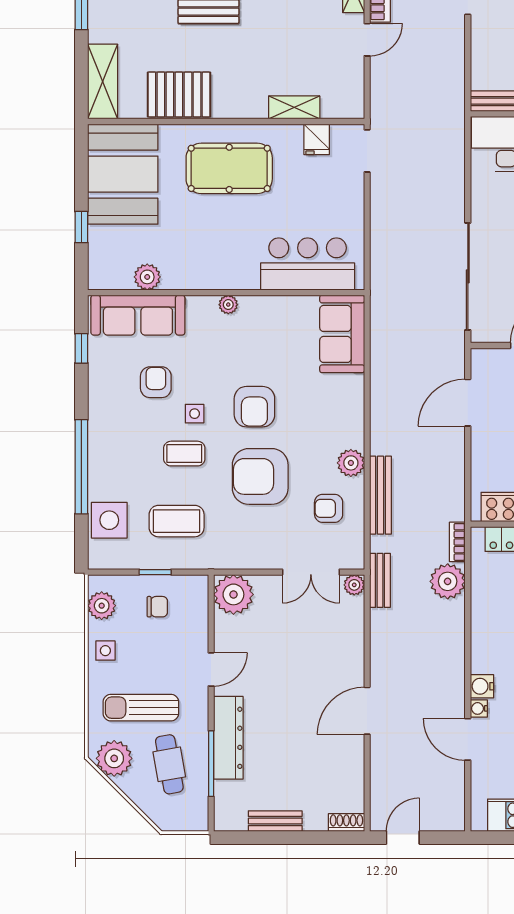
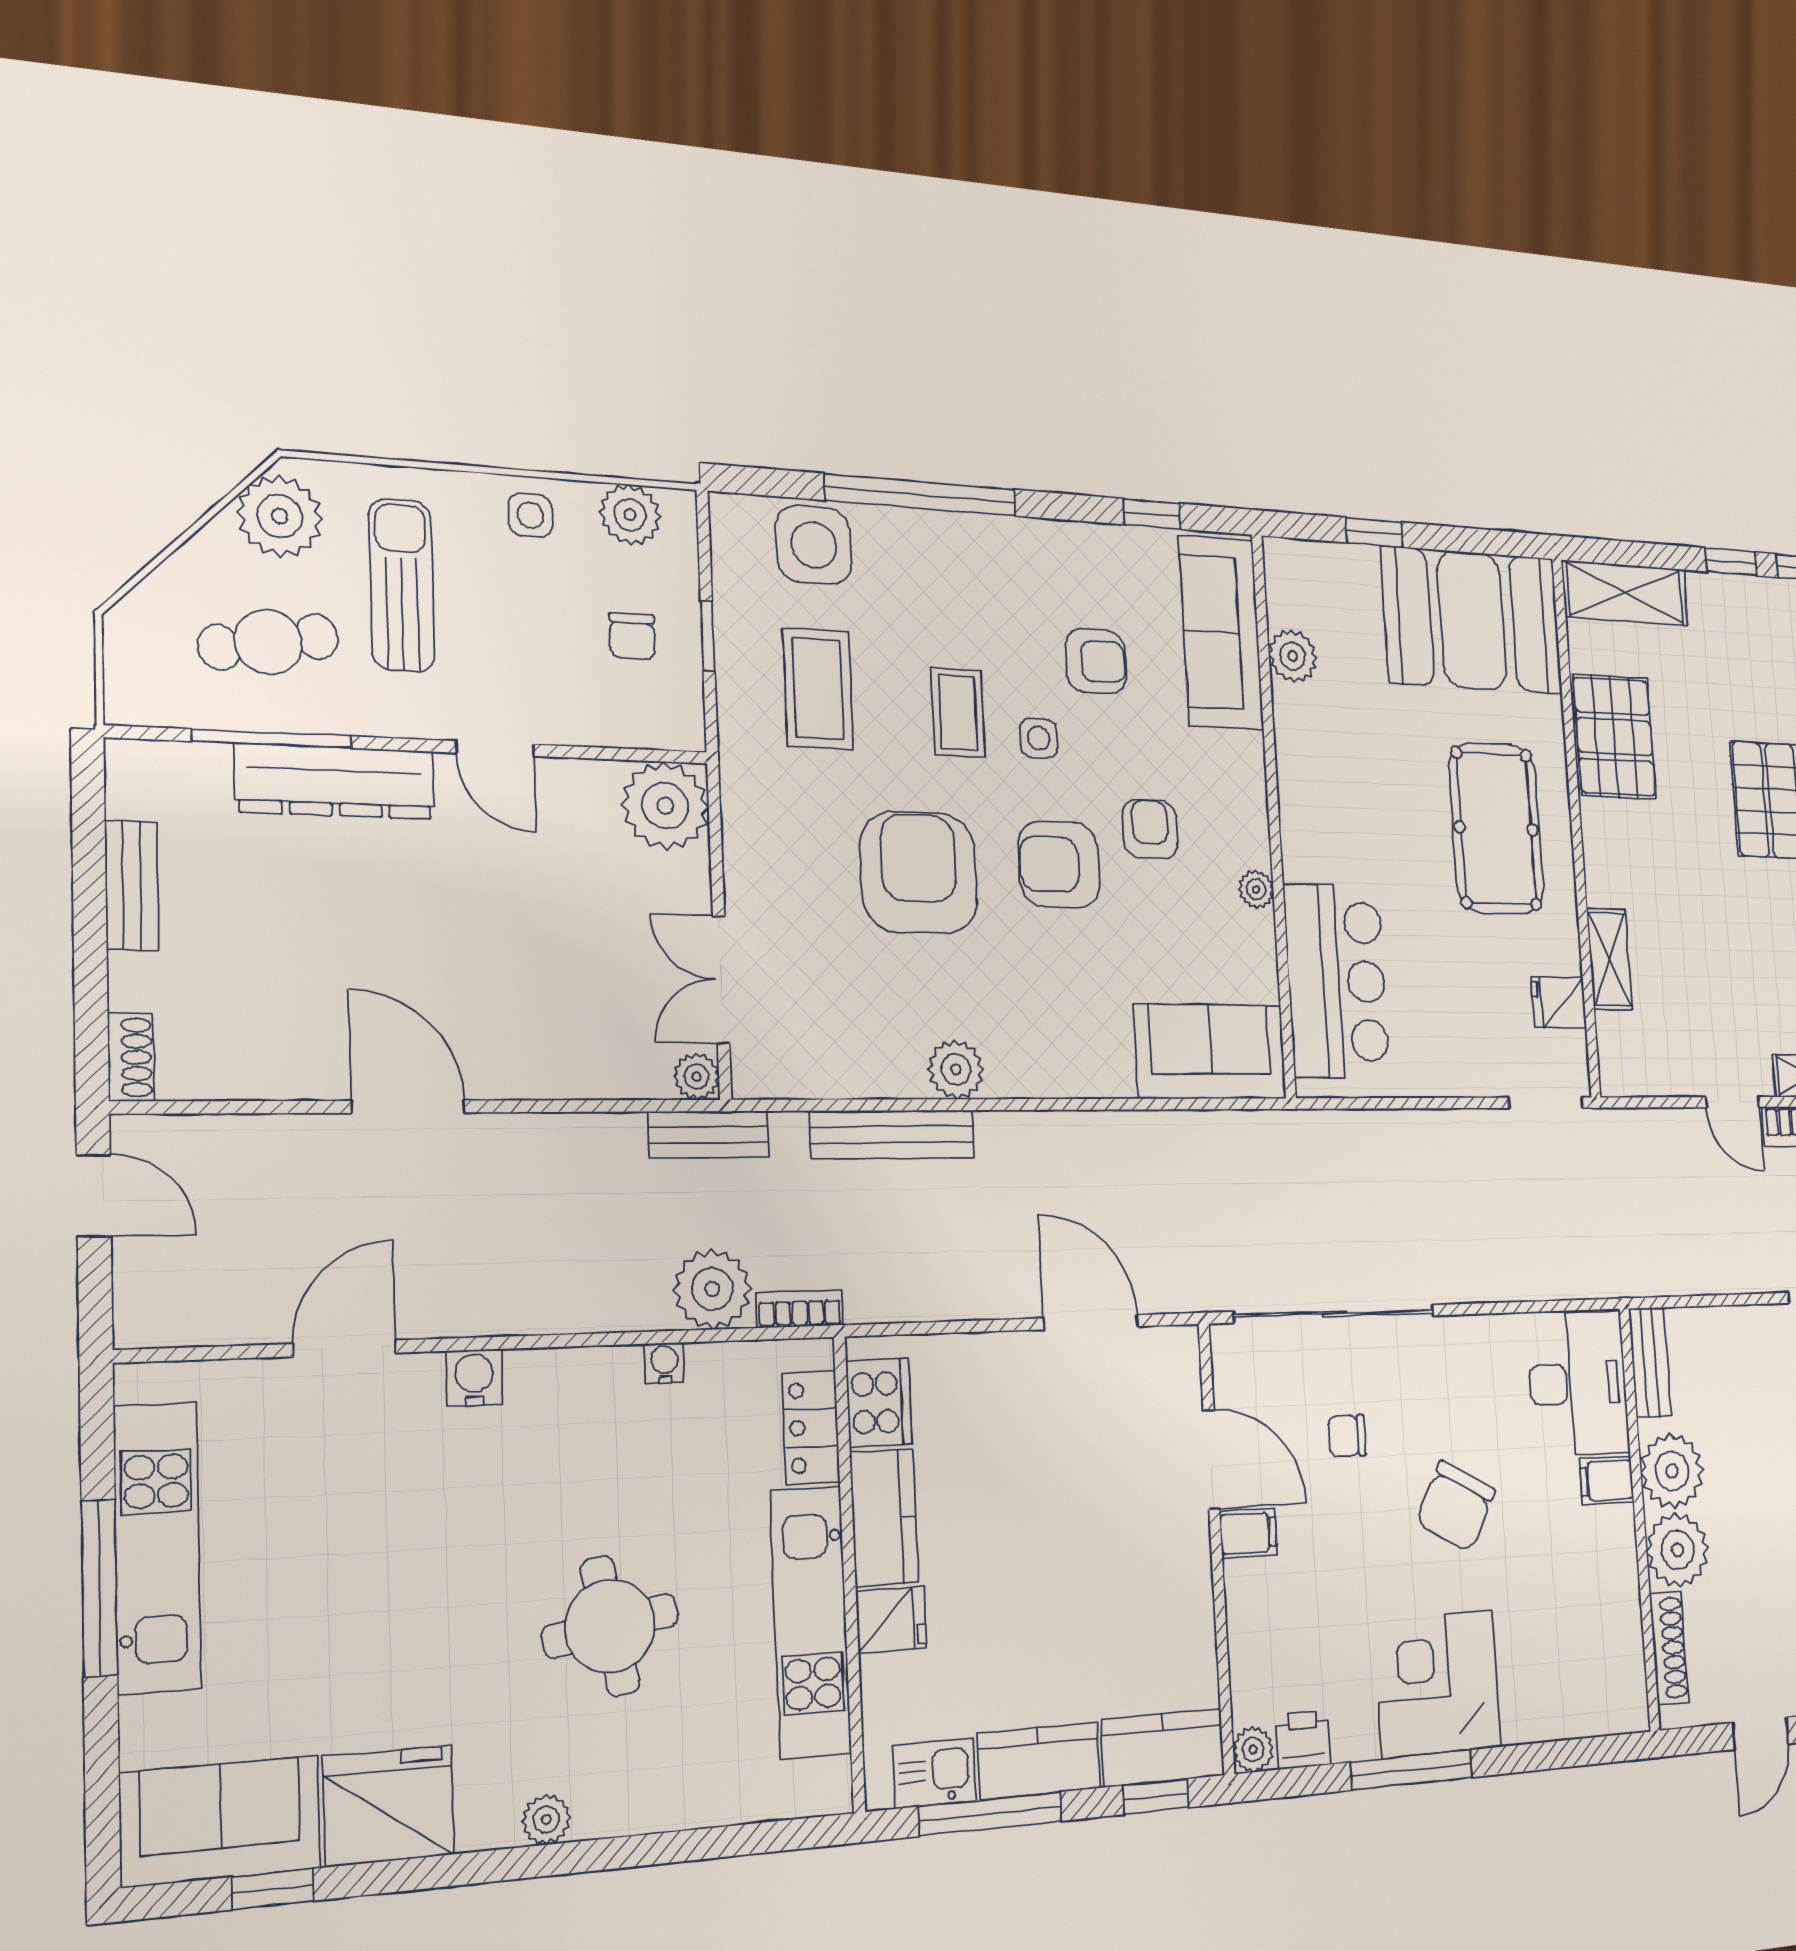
plant: (228, 305) -> (1256, 889), moved
armchair: (329, 508) -> (1150, 829), moved
water cooler: (479, 708) -> (664, 1363), moved

